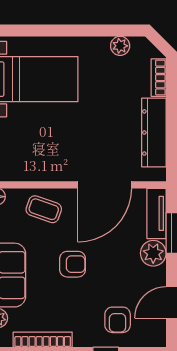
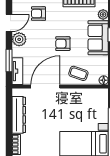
plant: (153, 253) -> (19, 39), moved
armchair: (118, 320) -> (38, 14), turned -90

